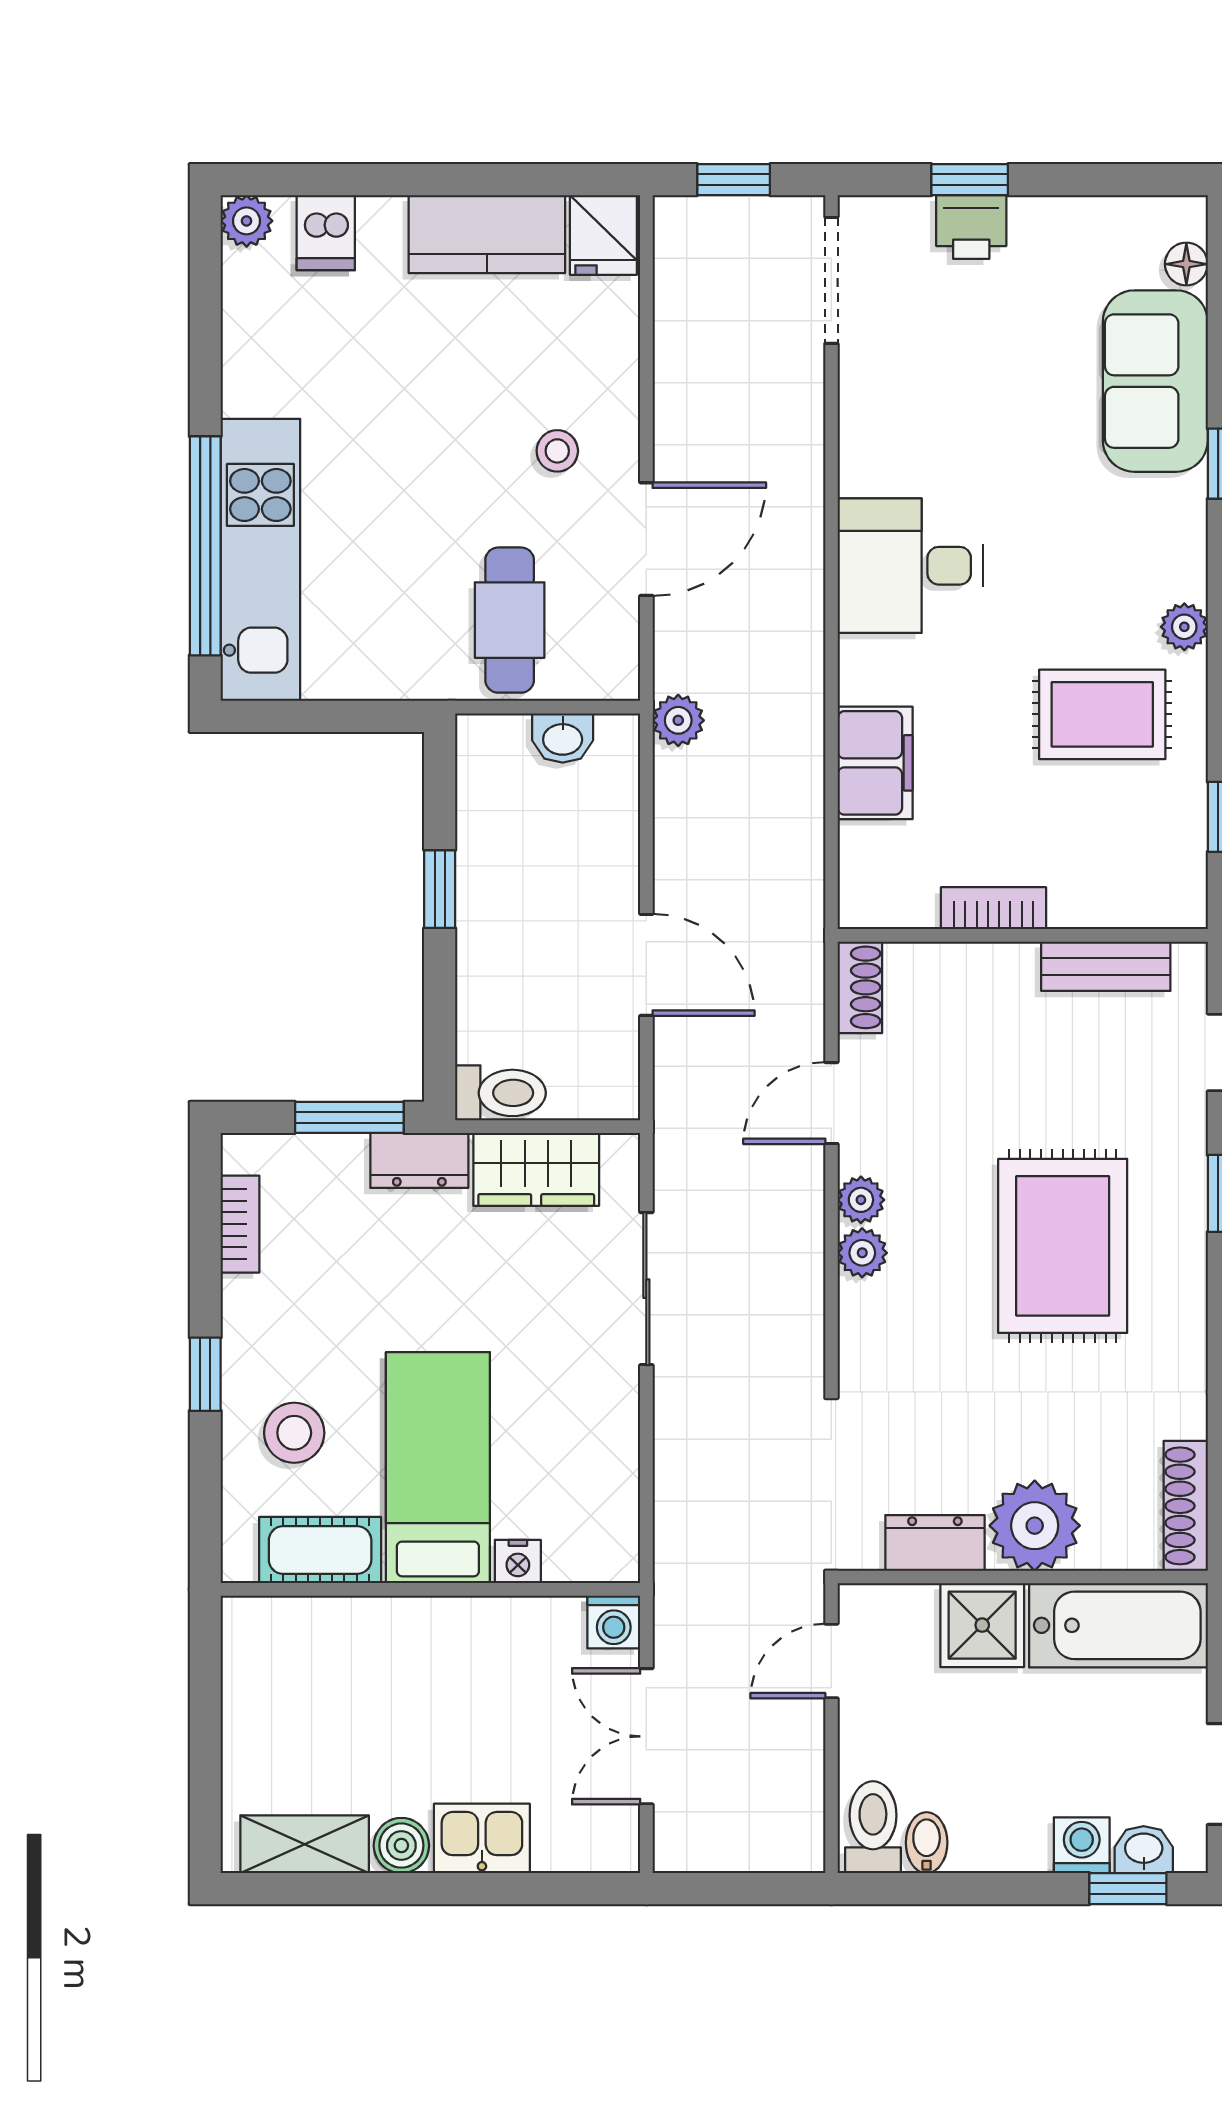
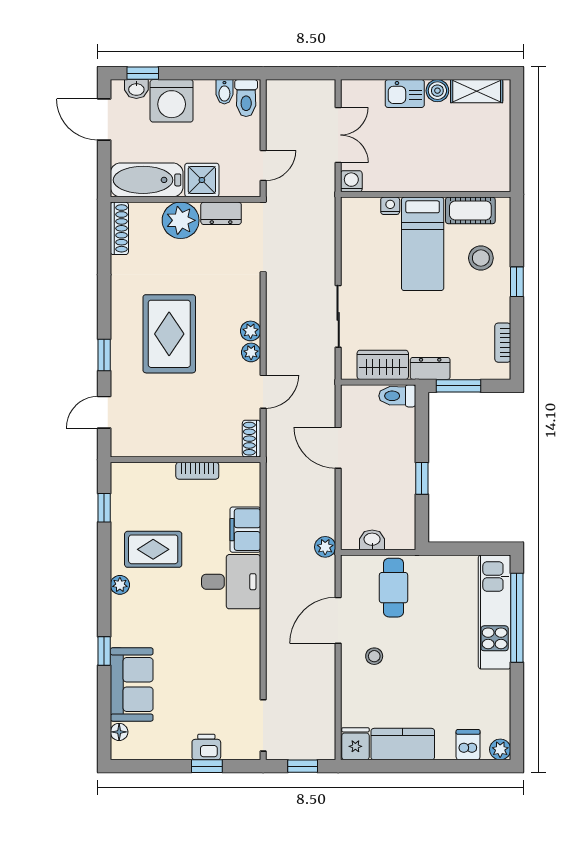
desk: (910, 566) -> (231, 582), moved
bench: (1106, 966) -> (152, 447), removed
washing machine: (1082, 1845) -> (172, 101), width x1.89, depth x1.89

